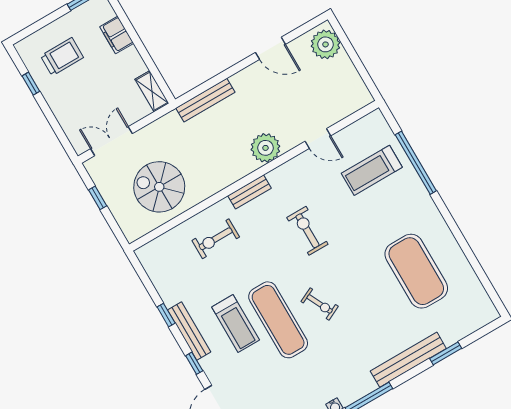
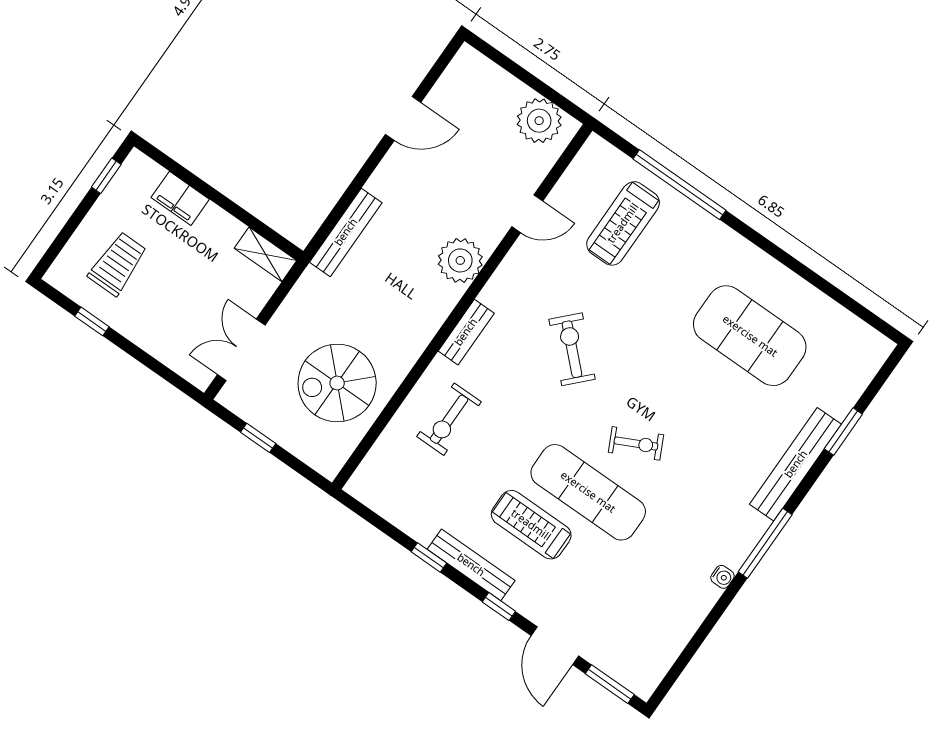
plant: (326, 44) -> (539, 121), moved
exercise bike: (307, 231) -> (572, 349), turned 44
treadmill: (236, 324) -> (531, 525), turned 180

